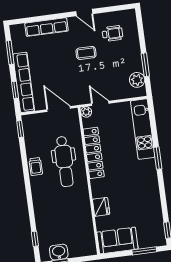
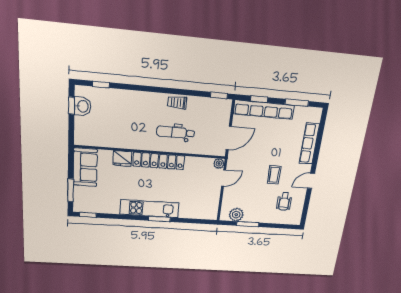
kitchen unit: (143, 129) -> (150, 209), moved
locker: (94, 153) -> (159, 161), moved
dental chair: (64, 161) -> (176, 132), width x0.73, depth x0.72

